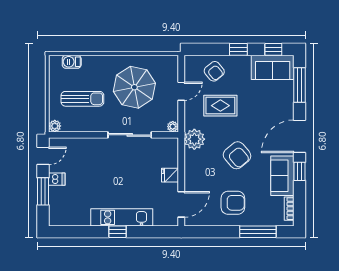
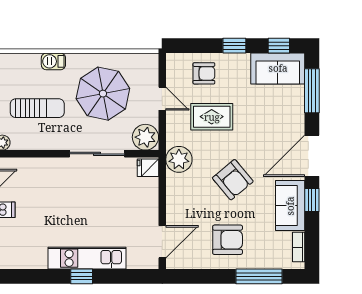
barbecue: (72, 62) -> (53, 61), moved
armchair: (214, 71) -> (204, 73), turned -51
door: (181, 91) -> (162, 99), hinge flipped
plant: (173, 127) -> (145, 137), width x1.87, depth x1.87
fridge: (170, 175) -> (148, 168), moved

